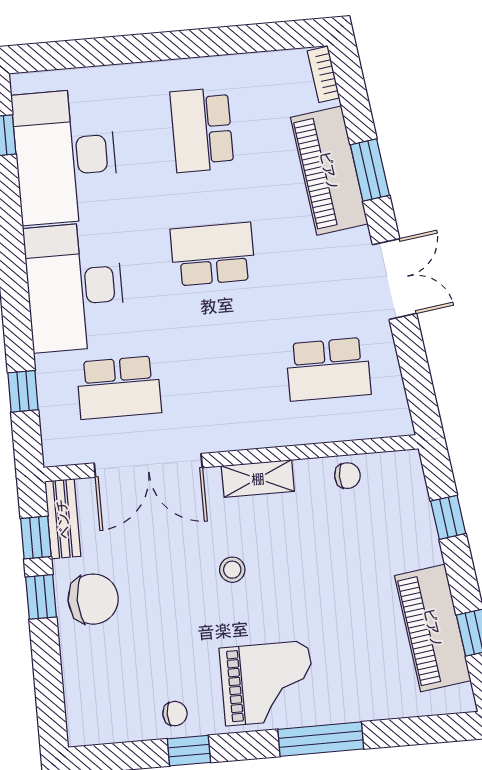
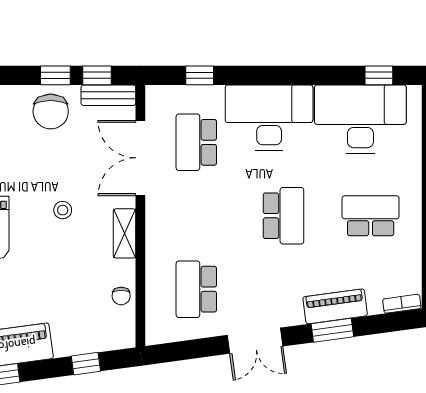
piano: (329, 171) -> (335, 306), width x0.73, depth x0.75

